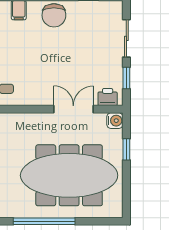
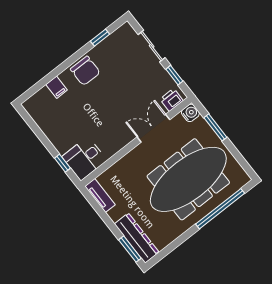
window: (126, 149) -> (215, 127), width x1.50
window: (44, 221) -> (220, 209), moved

